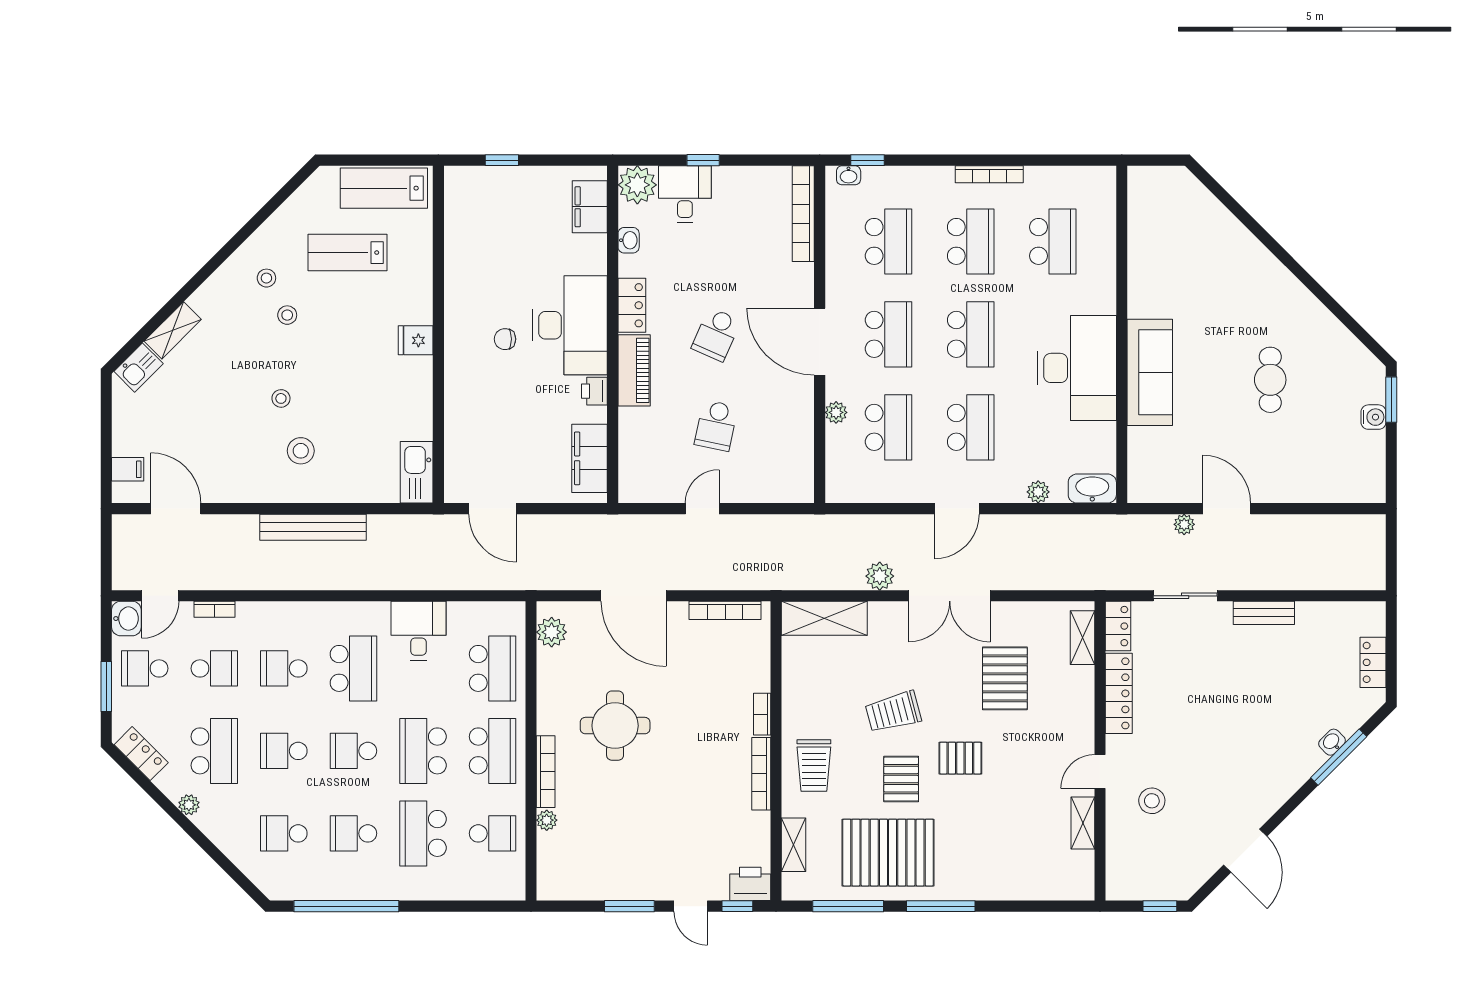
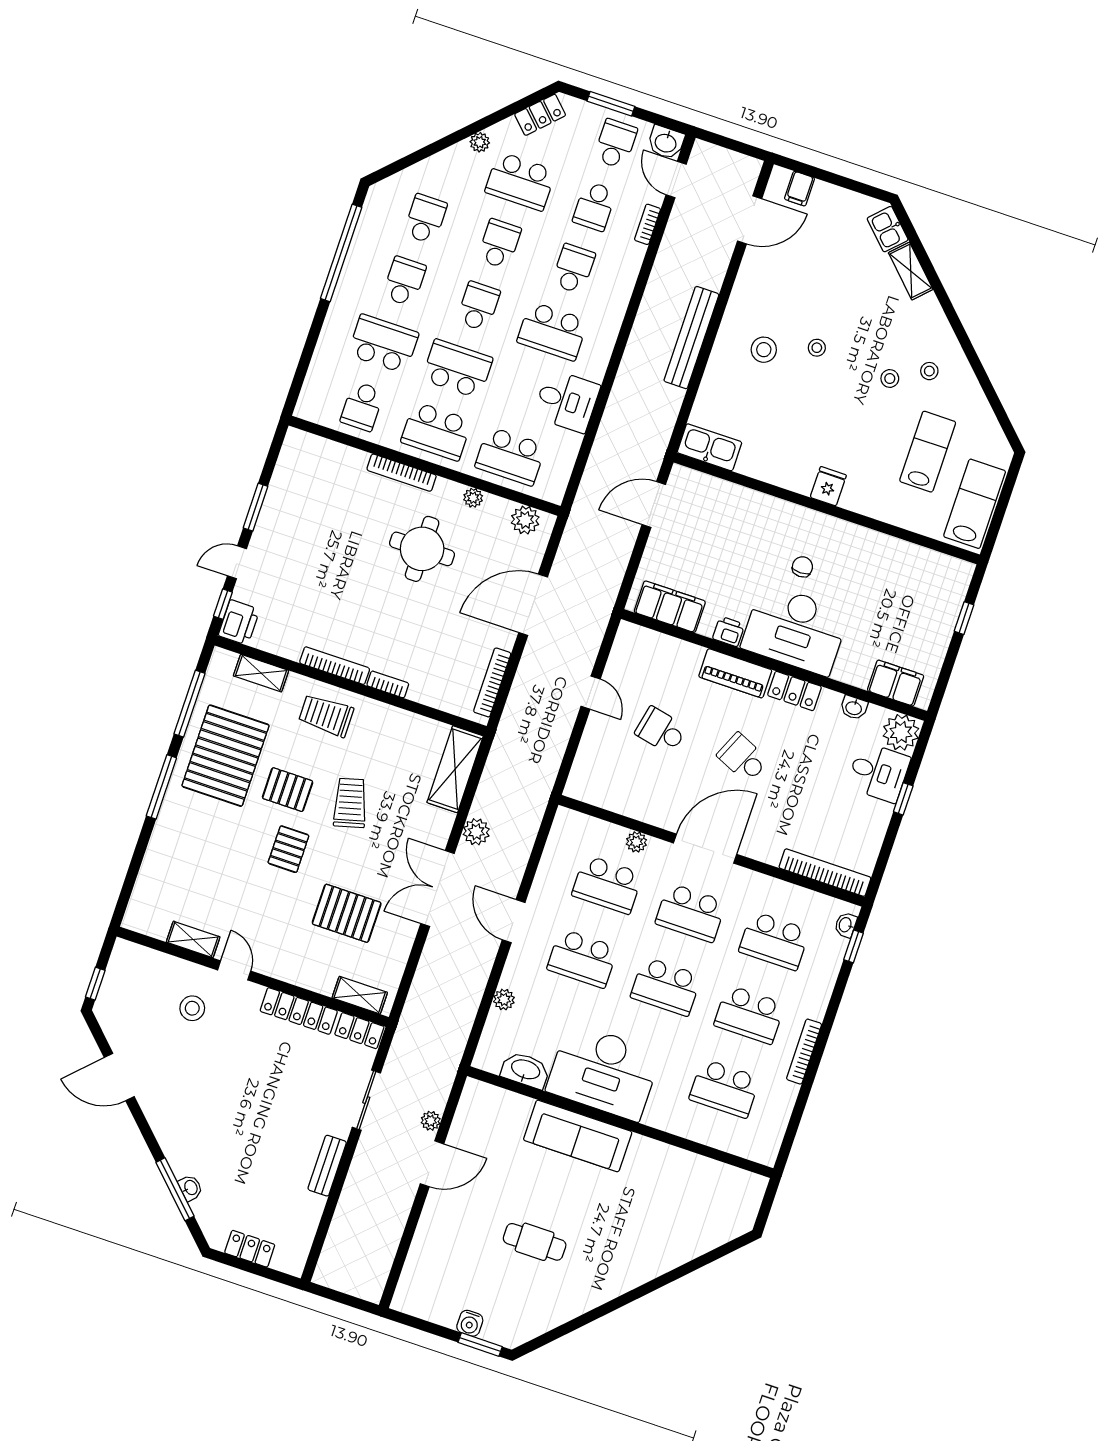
washbasin: (1092, 489) -> (525, 1070), moved, turned -90
plant: (547, 820) -> (473, 498), moved

